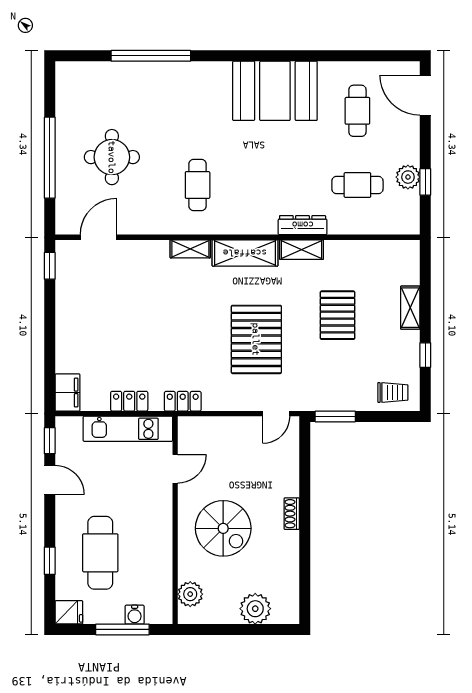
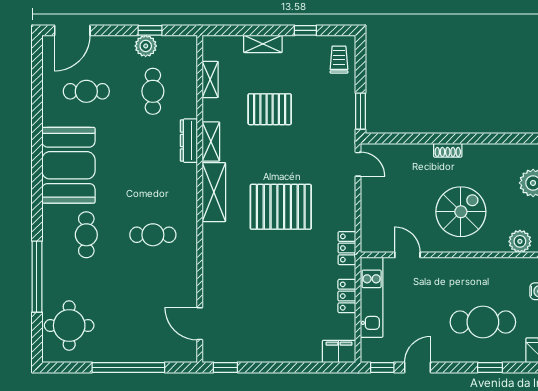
cafe table: (198, 111) -> (86, 235), added
round table: (112, 157) -> (69, 326), moved
shelving: (190, 249) -> (210, 79), moved
pallet: (256, 339) -> (281, 207), moved

